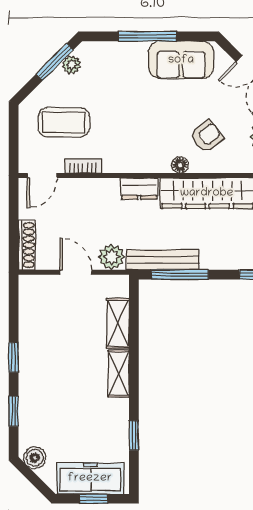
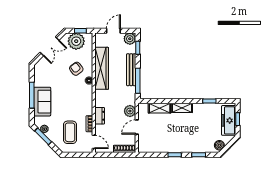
sofa: (181, 60) -> (42, 102), moved
dresser: (139, 189) -> (100, 116), moved
bench: (163, 260) -> (131, 70), moved

